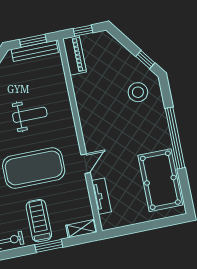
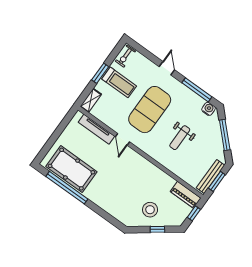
window: (145, 60) -> (157, 229), moved
stool: (138, 92) -> (150, 210), moved
window: (175, 138) -> (67, 188), moved
tv unit: (101, 196) -> (96, 129), width x1.41

